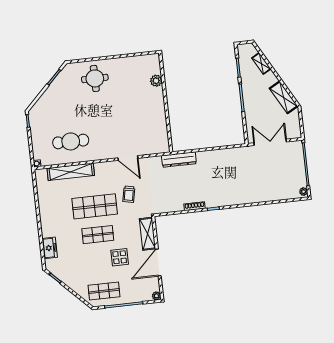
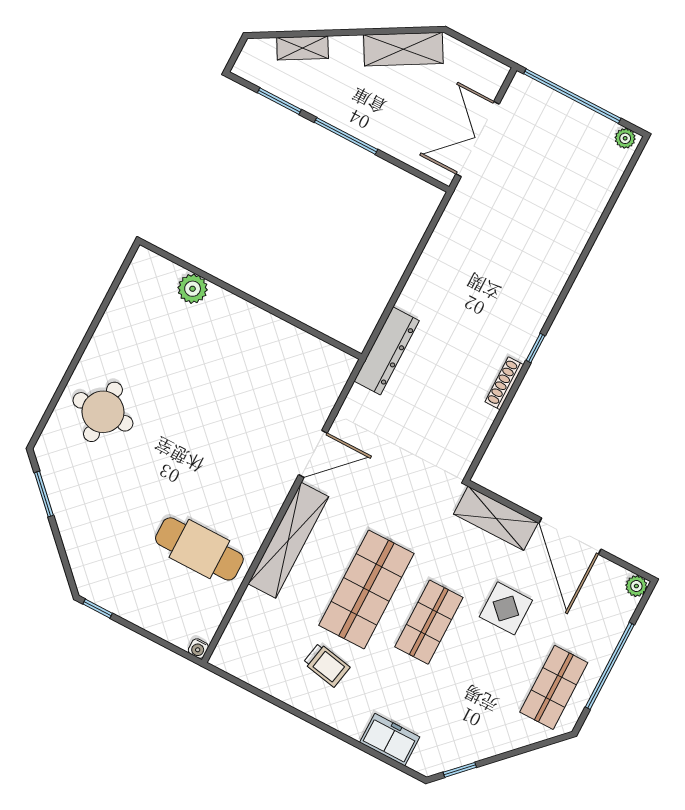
cafe table: (71, 141) -> (199, 549), turned 90
shelving: (71, 172) -> (288, 540), moved
trolley: (129, 194) -> (327, 665), moved

